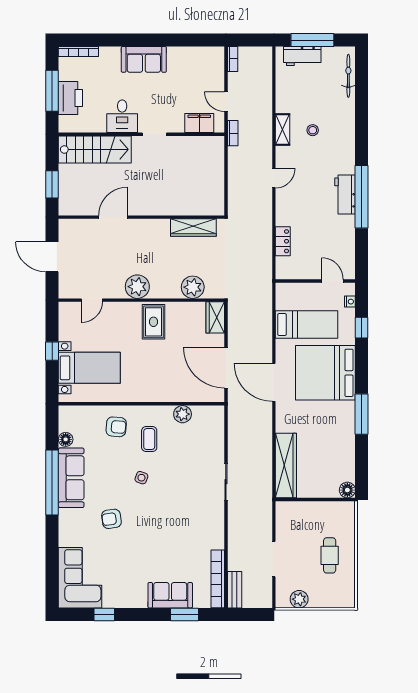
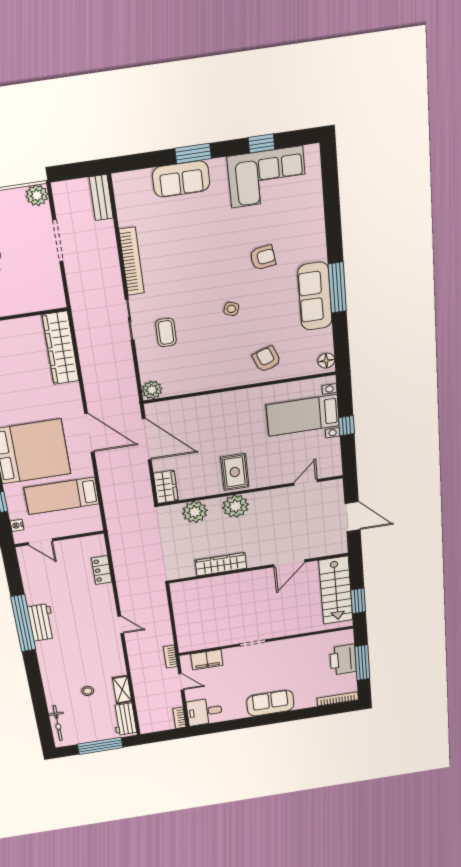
workbench: (302, 56) -> (124, 719), moved, turned -90
desk: (122, 116) -> (204, 712), moved, turned -90
shelving: (283, 130) -> (122, 690), moved
stool: (313, 130) -> (88, 691), moved
stairs: (95, 149) -> (336, 590), moved, turned -90
door: (274, 178) -> (121, 625), swing flipped
window: (52, 184) -> (358, 601), moved
wardrobe: (193, 228) -> (221, 564), moved
plant: (137, 287) -> (236, 506), moved
plant: (183, 414) -> (152, 390), moved
armchair: (116, 427) -> (267, 359), turned 65
floor lamp: (66, 439) -> (326, 361), moved
coffee table: (149, 439) -> (166, 332), moved
window: (52, 482) -> (337, 288), width x0.68
corner sofa: (80, 578) -> (267, 177), moved, turned -90
bookcase: (218, 579) -> (132, 261), moved
plant: (299, 599) -> (37, 195), moved
window: (185, 614) -> (193, 153), moved

